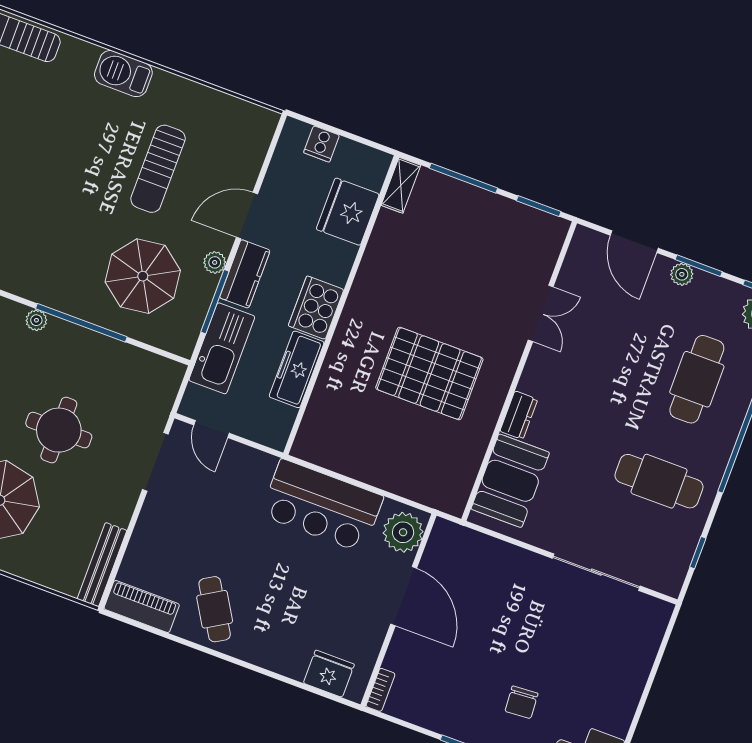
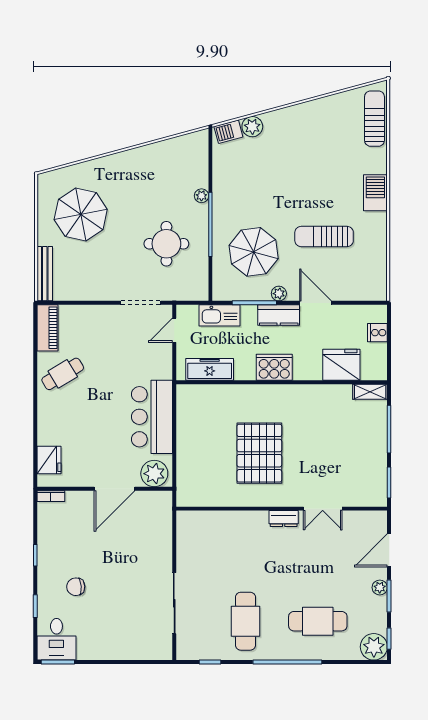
kitchen sink: (222, 348) -> (220, 315), width x0.73, depth x0.81
freezer: (297, 369) -> (210, 369), moved
dresser: (519, 415) -> (284, 519), moved
round table: (59, 430) -> (166, 244), moved
booth: (510, 481) -> (211, 528), removed
bench: (102, 565) -> (45, 274), moved, turned 90

